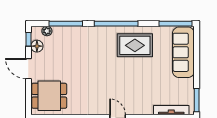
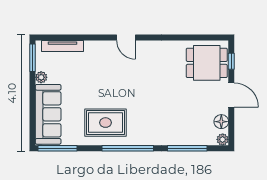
plant: (47, 31) -> (223, 139), moved
window: (28, 39) -> (231, 61), moved
plant: (189, 84) -> (41, 77), added

